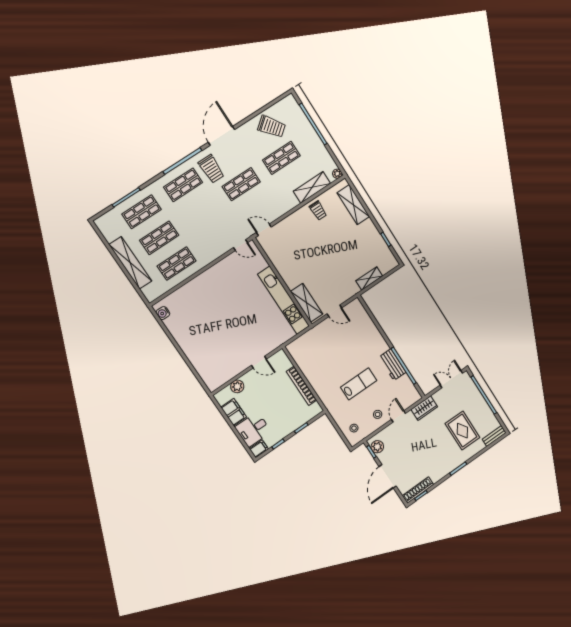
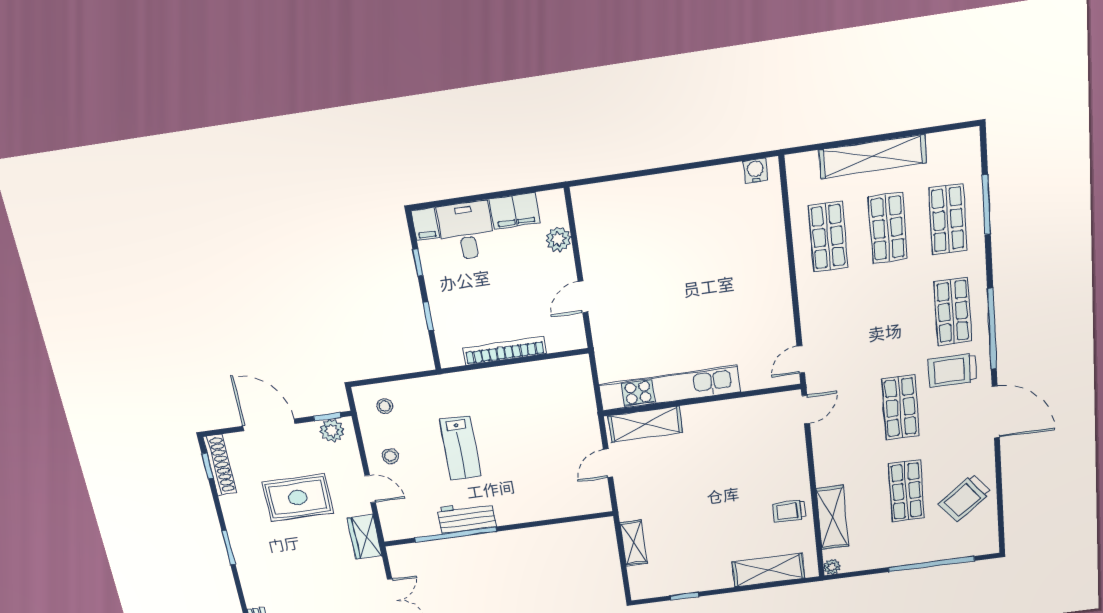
rug: (462, 431) -> (298, 498), moved

